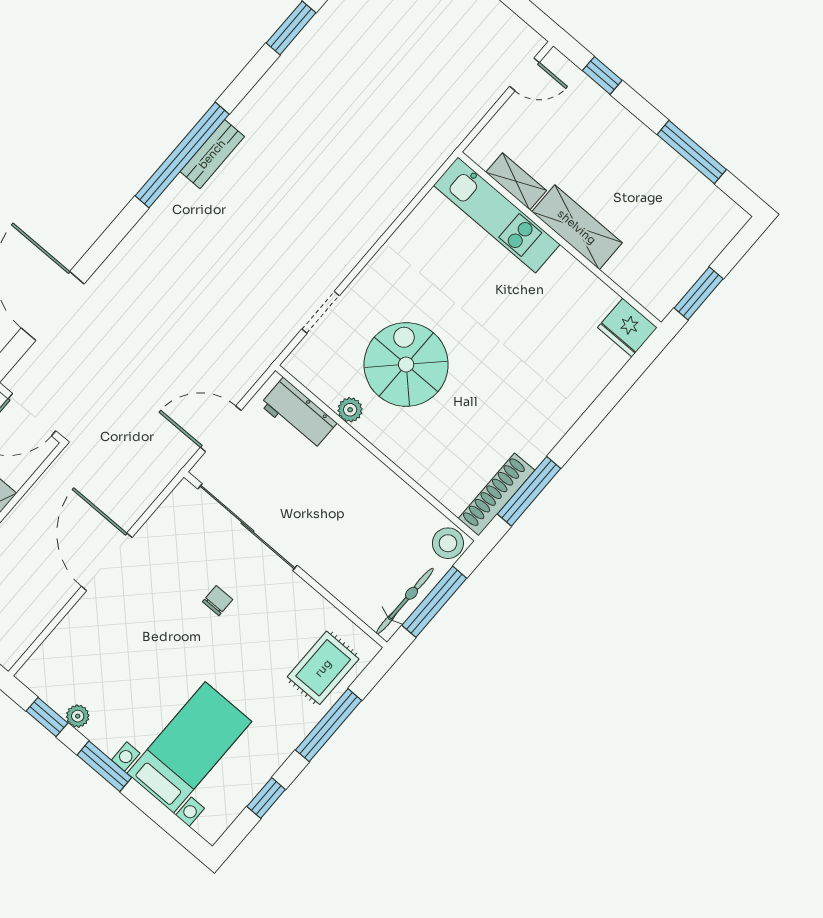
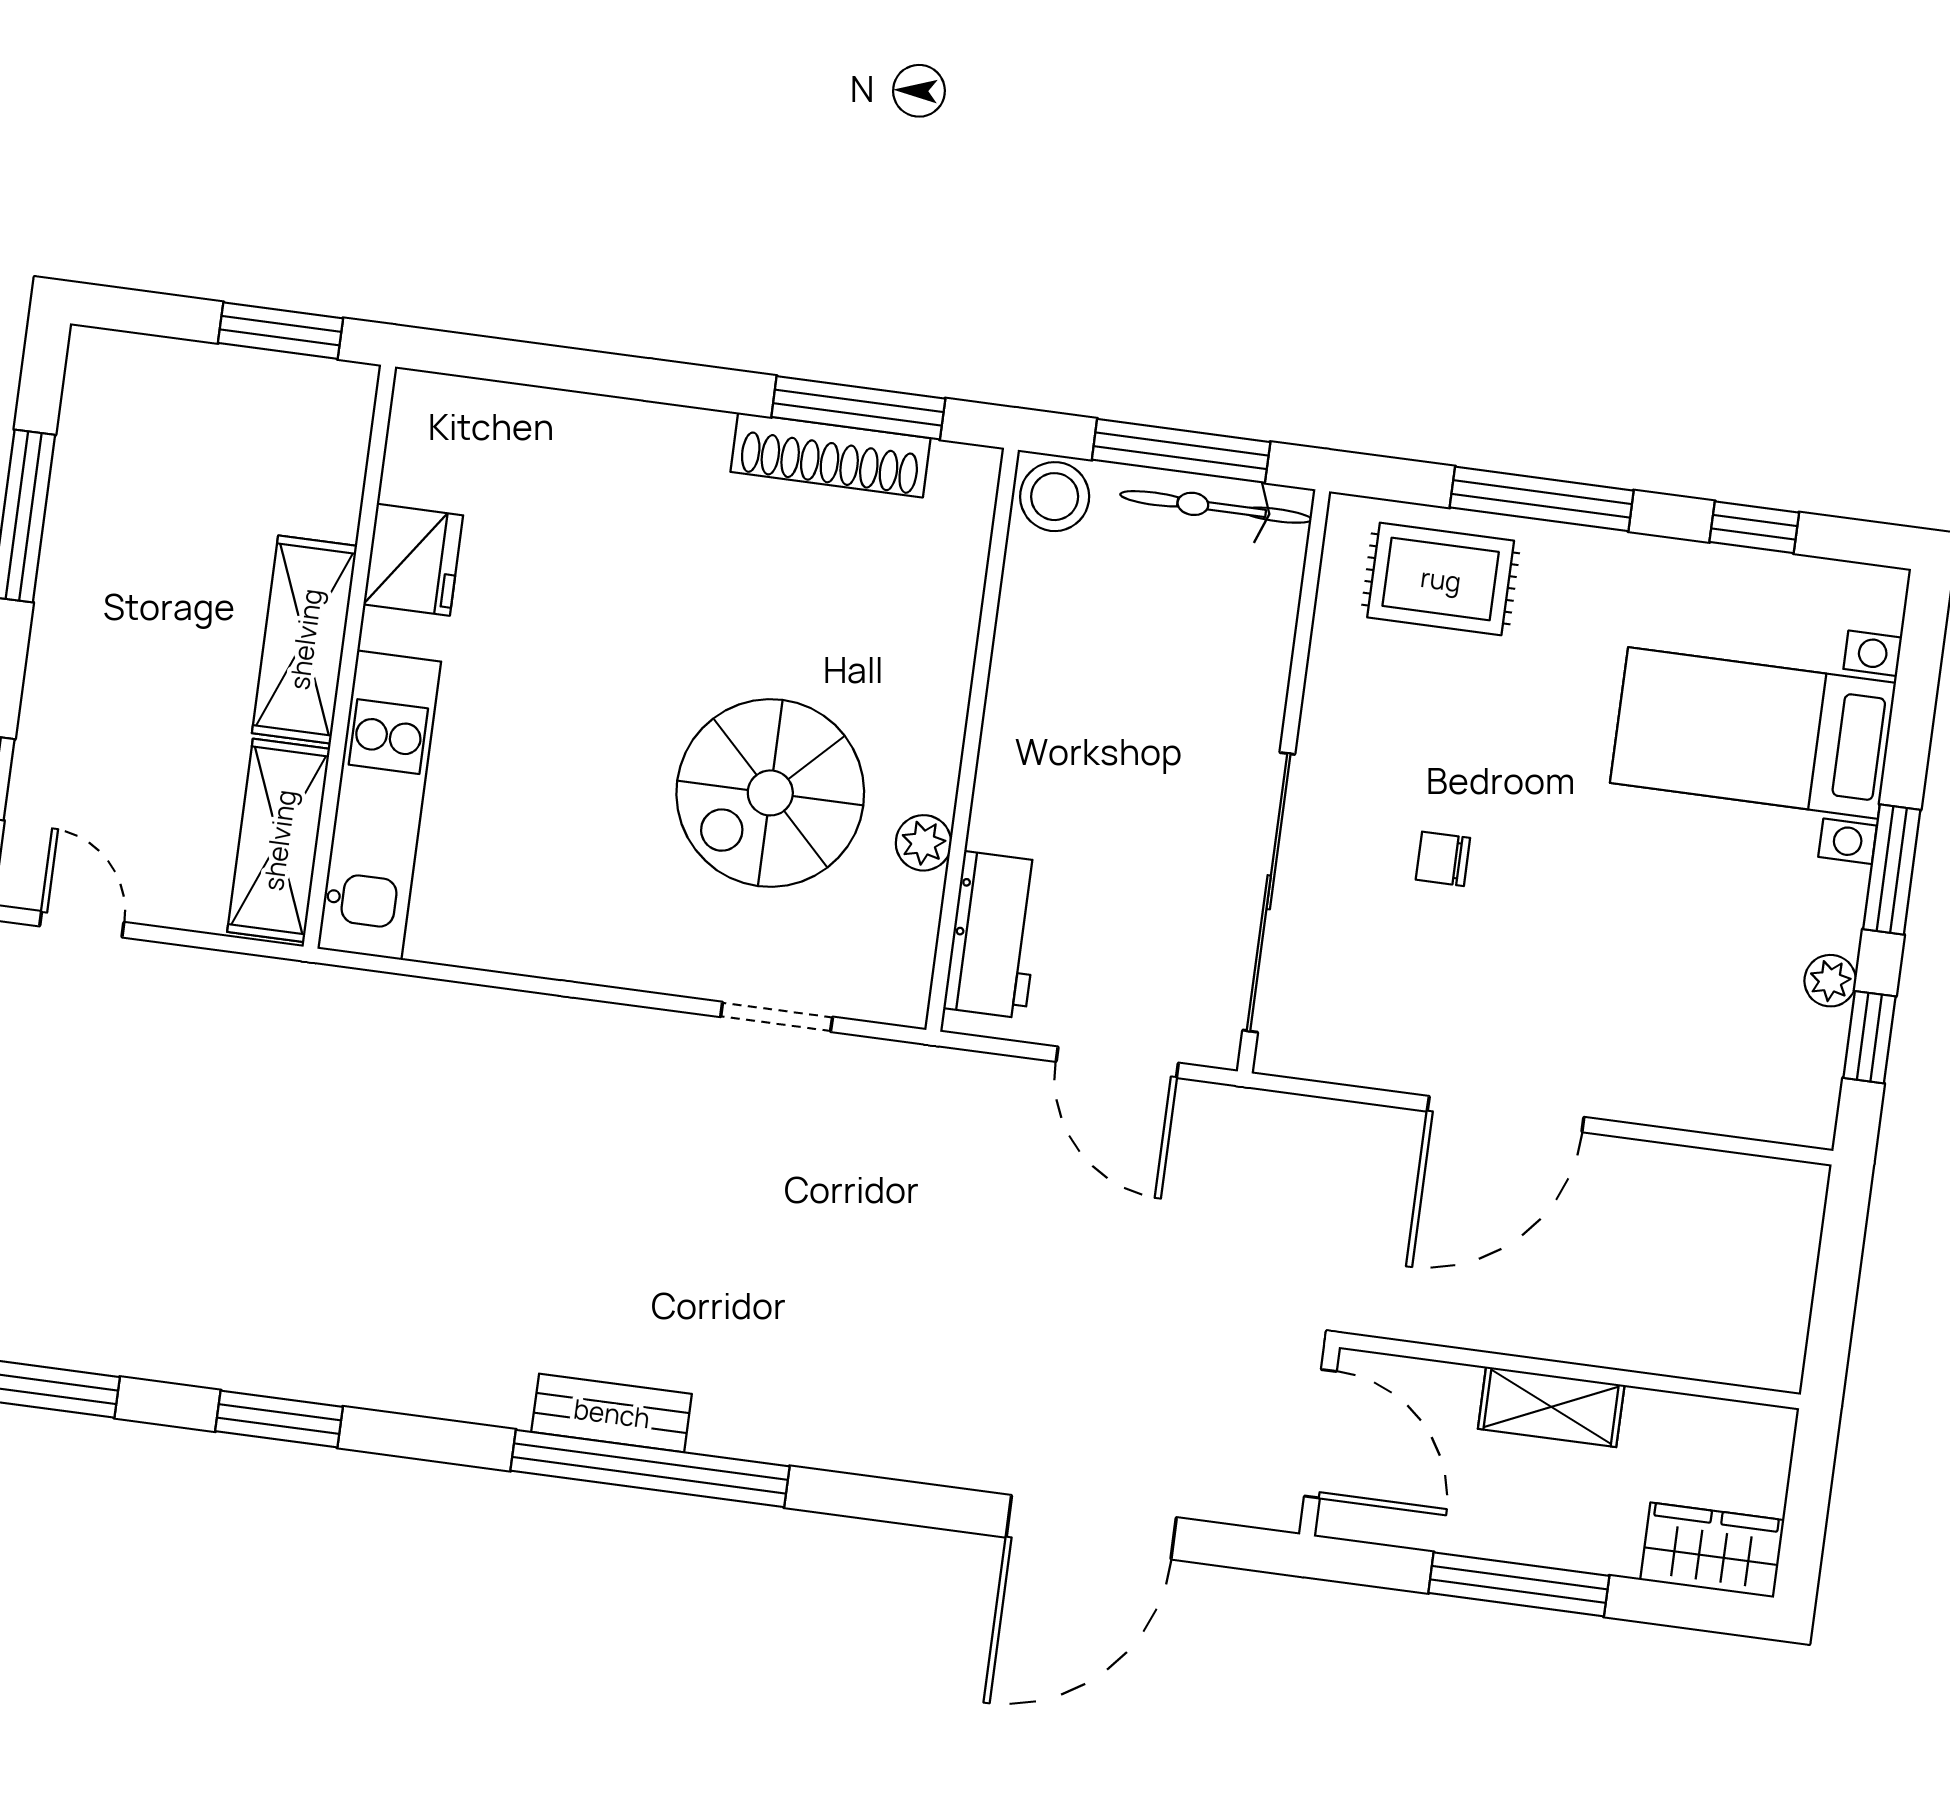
shelving: (516, 181) -> (279, 840), width x1.50, depth x1.33
fridge: (627, 328) -> (413, 560), moved
shoe rack: (497, 494) -> (830, 455), moved

